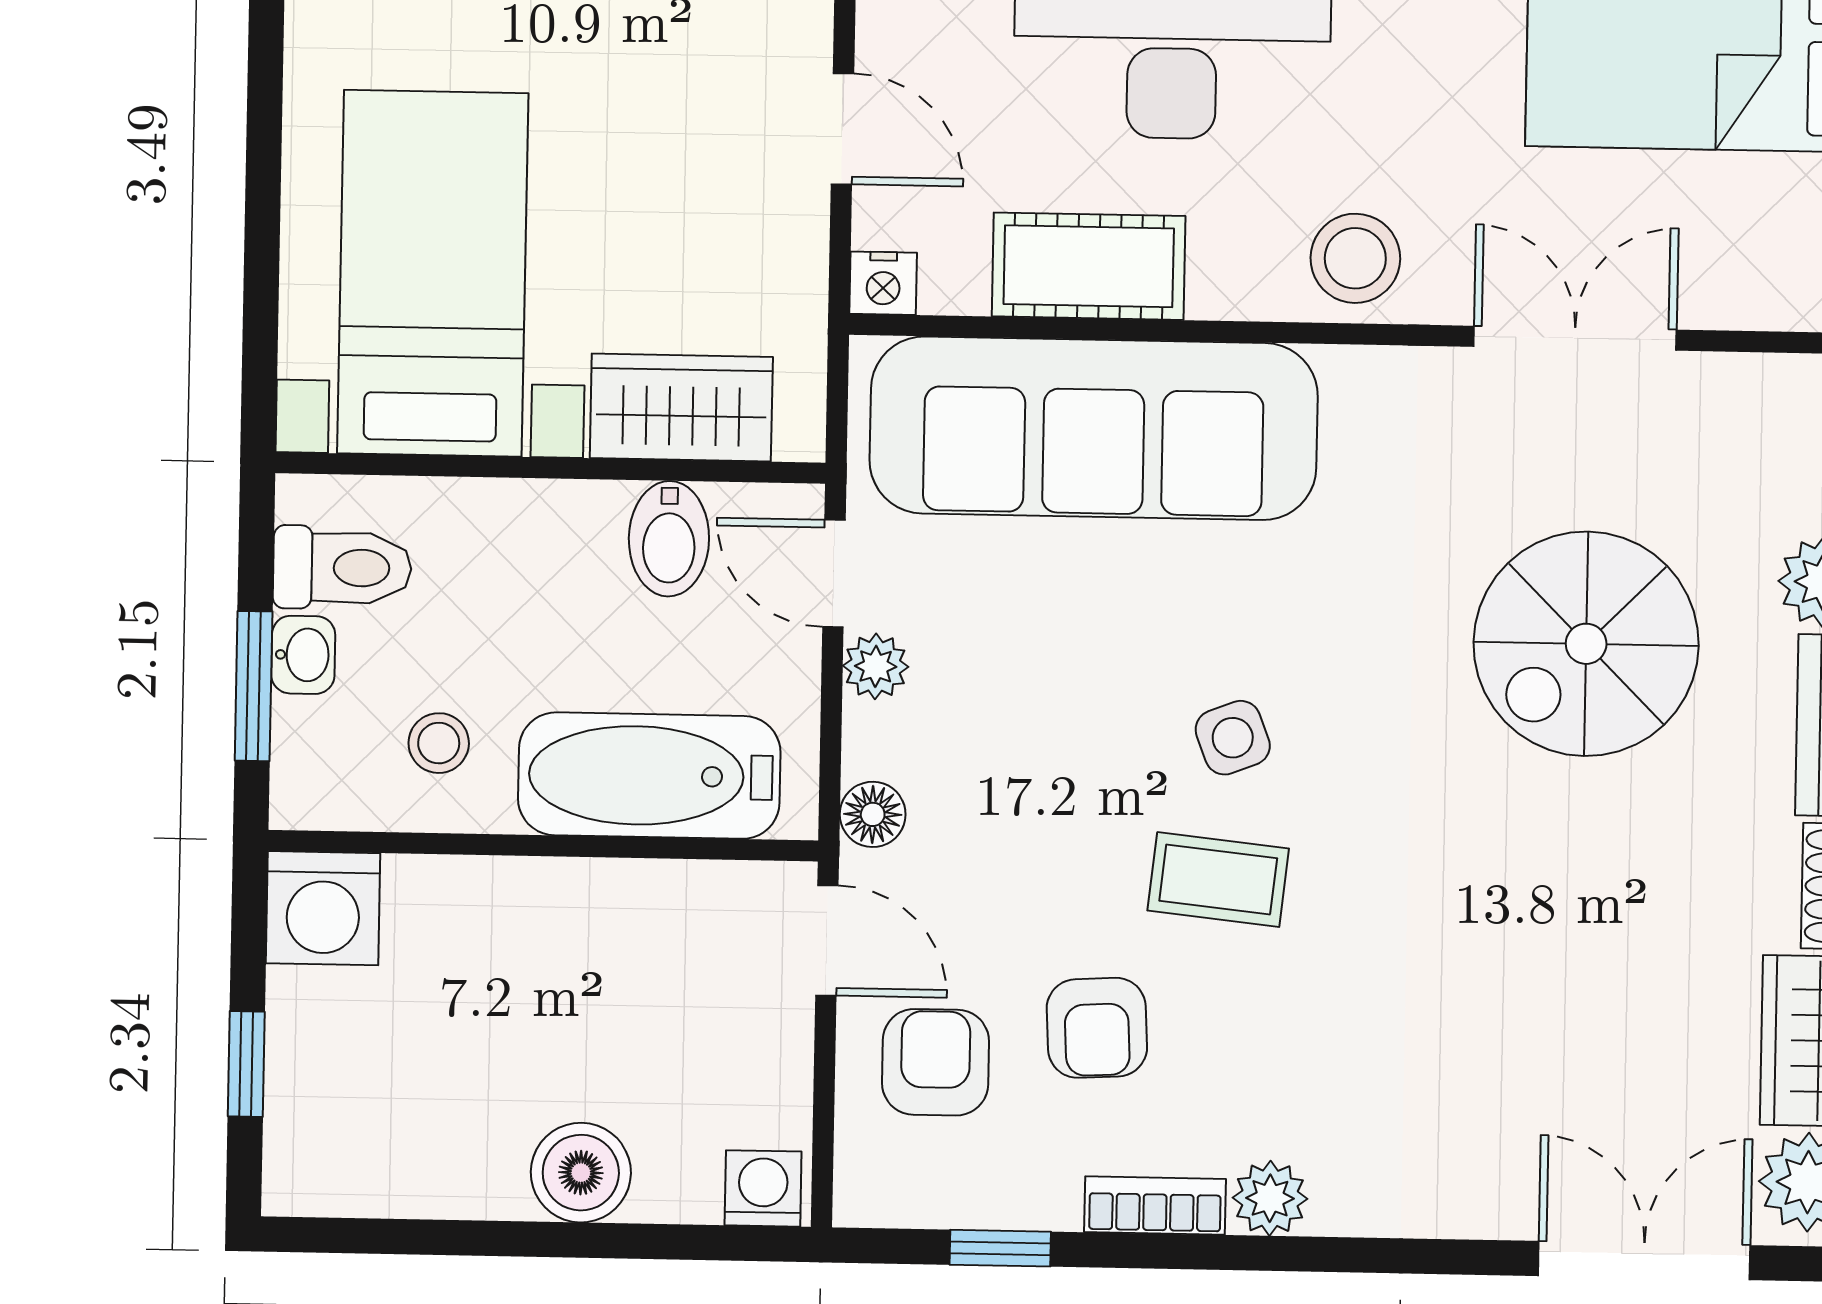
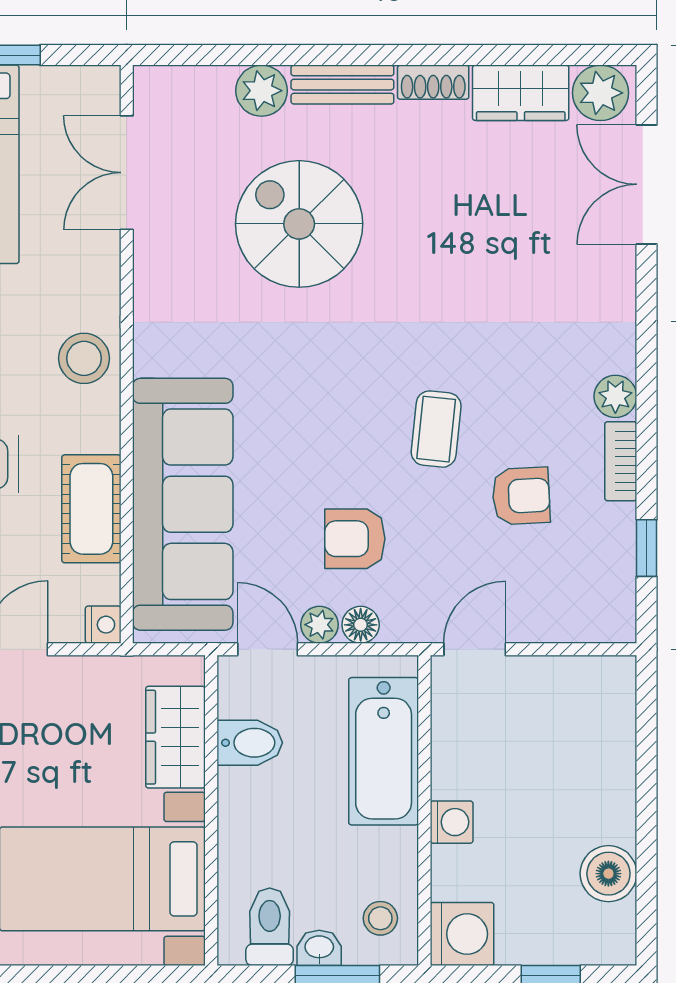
double door: (1575, 338) -> (127, 173), moved
door: (834, 574) -> (268, 649), swing flipped
spiral stairs: (1586, 644) -> (299, 224), turned 180
side table: (1233, 738) -> (356, 422), removed
stool: (439, 743) -> (380, 918), moved
floor lamp: (873, 814) -> (361, 625), moved
armchair: (935, 1062) -> (355, 539), moved
boiler: (581, 1173) -> (608, 874), moved
washing machine: (763, 1188) -> (452, 822), moved, turned 180

